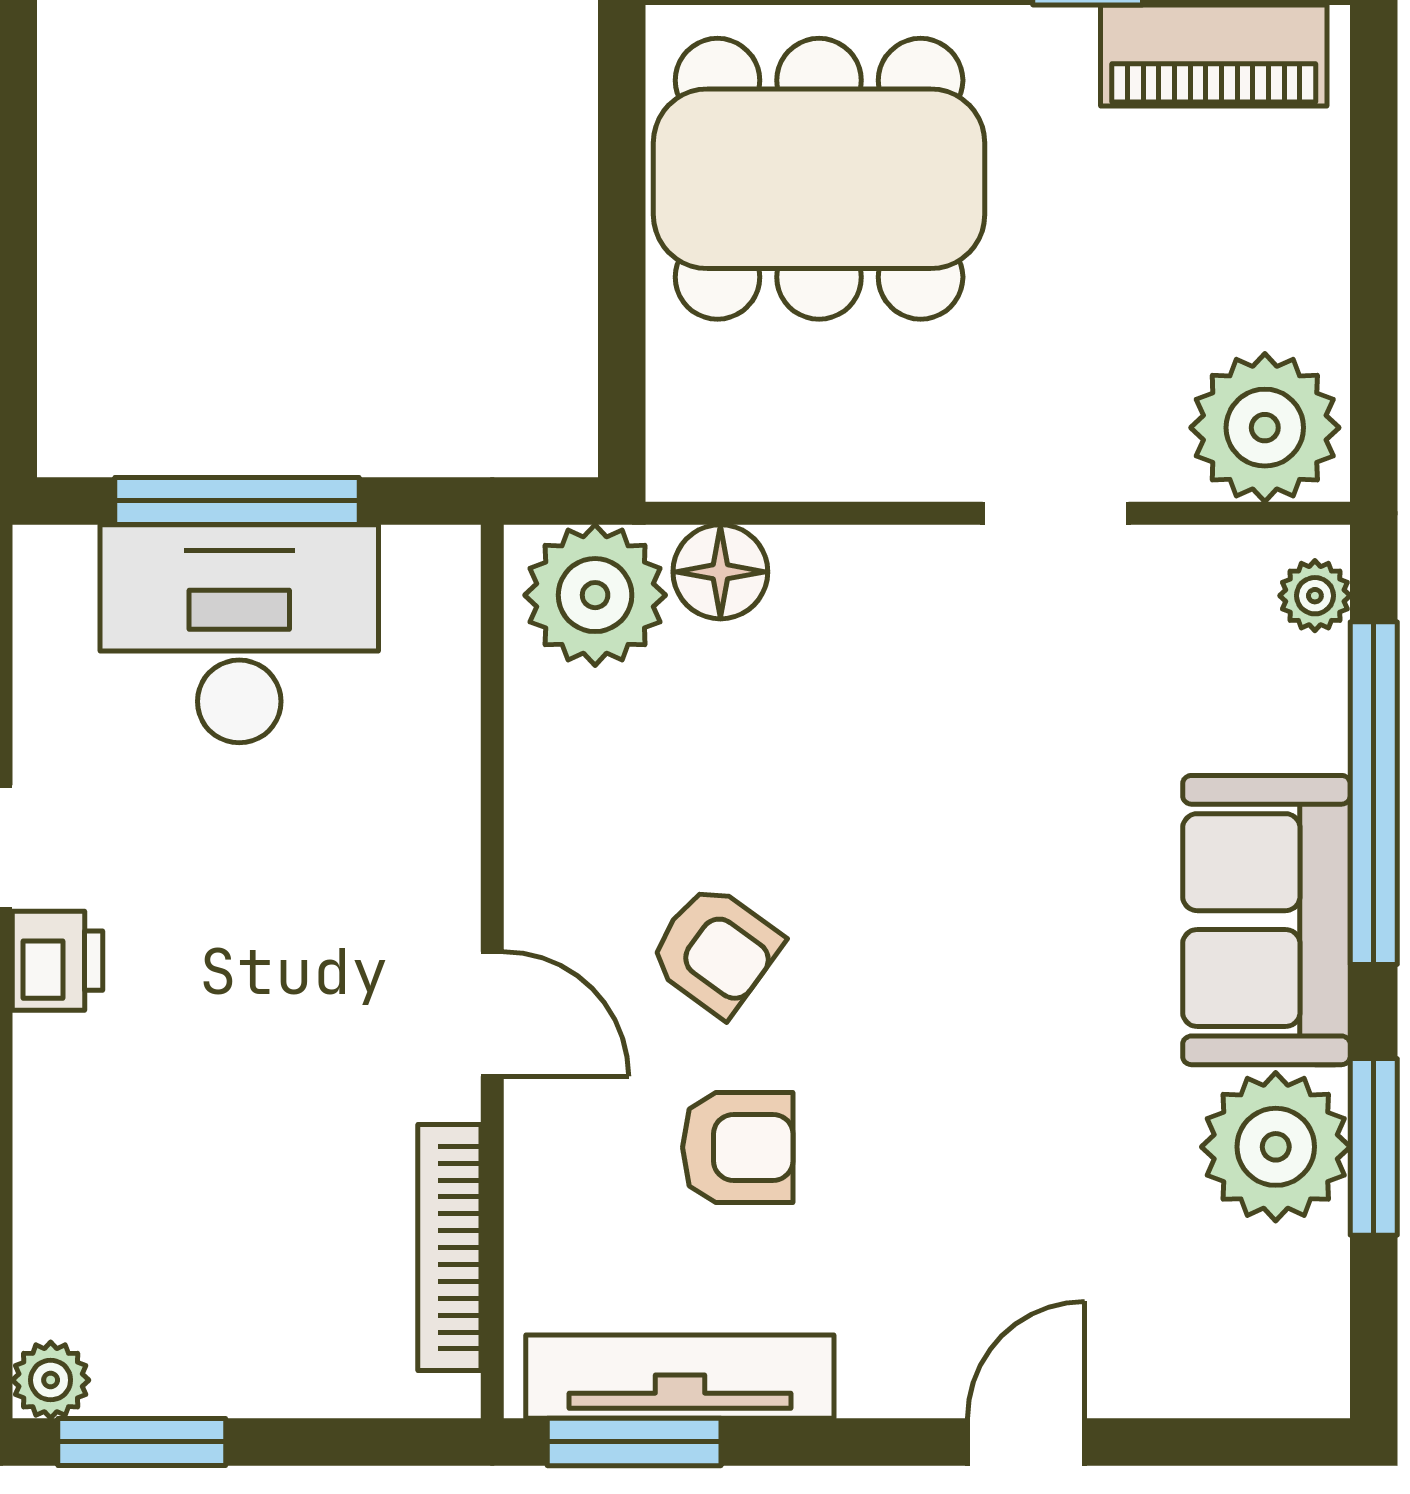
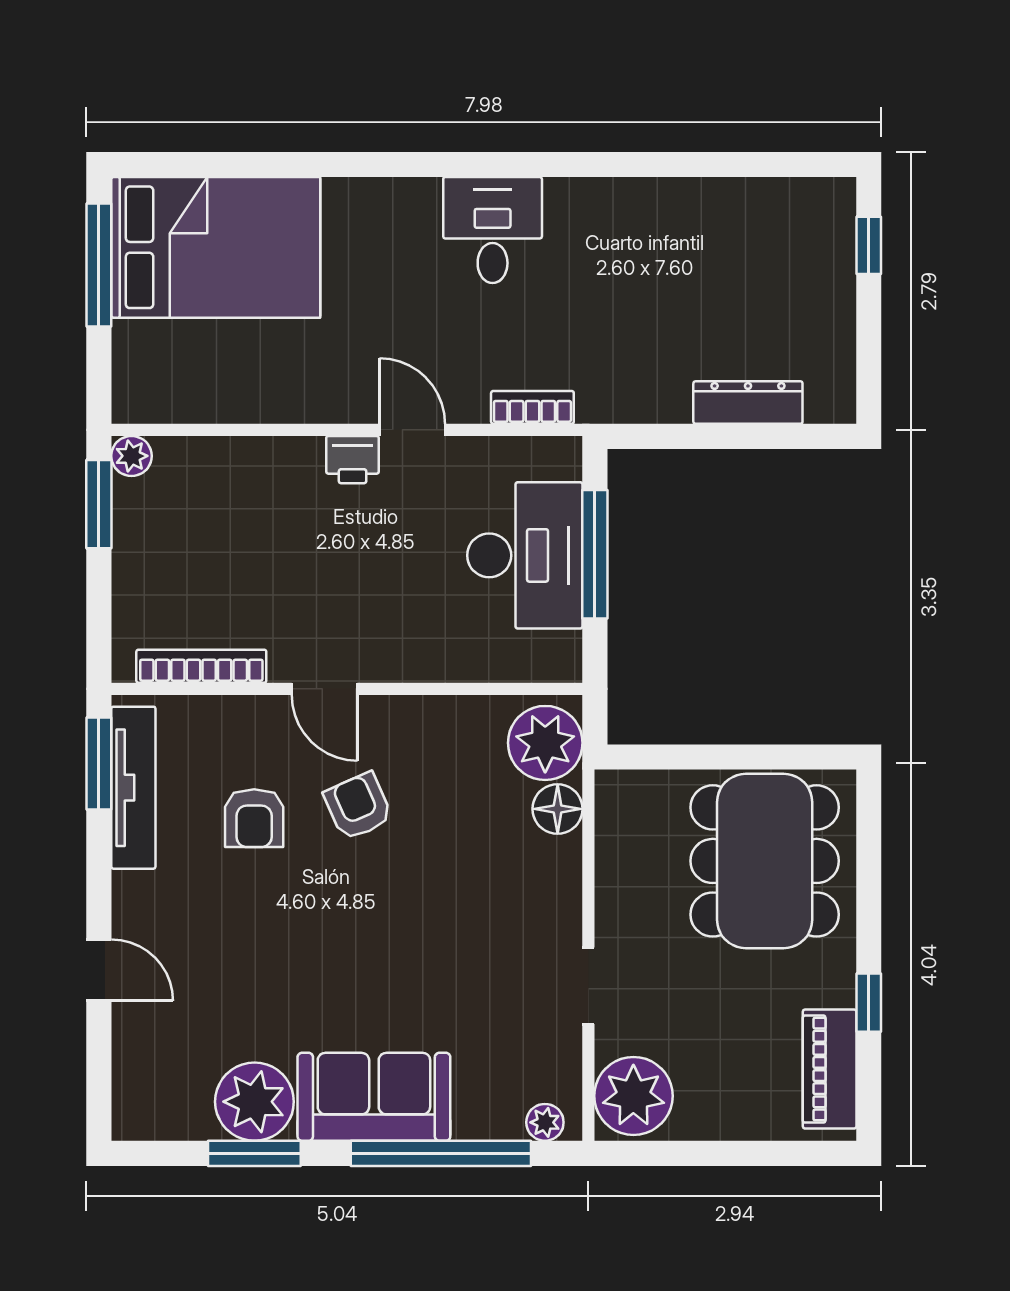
armchair: (715, 950) -> (358, 806), turned 120
door: (492, 1014) -> (324, 689), hinge flipped

